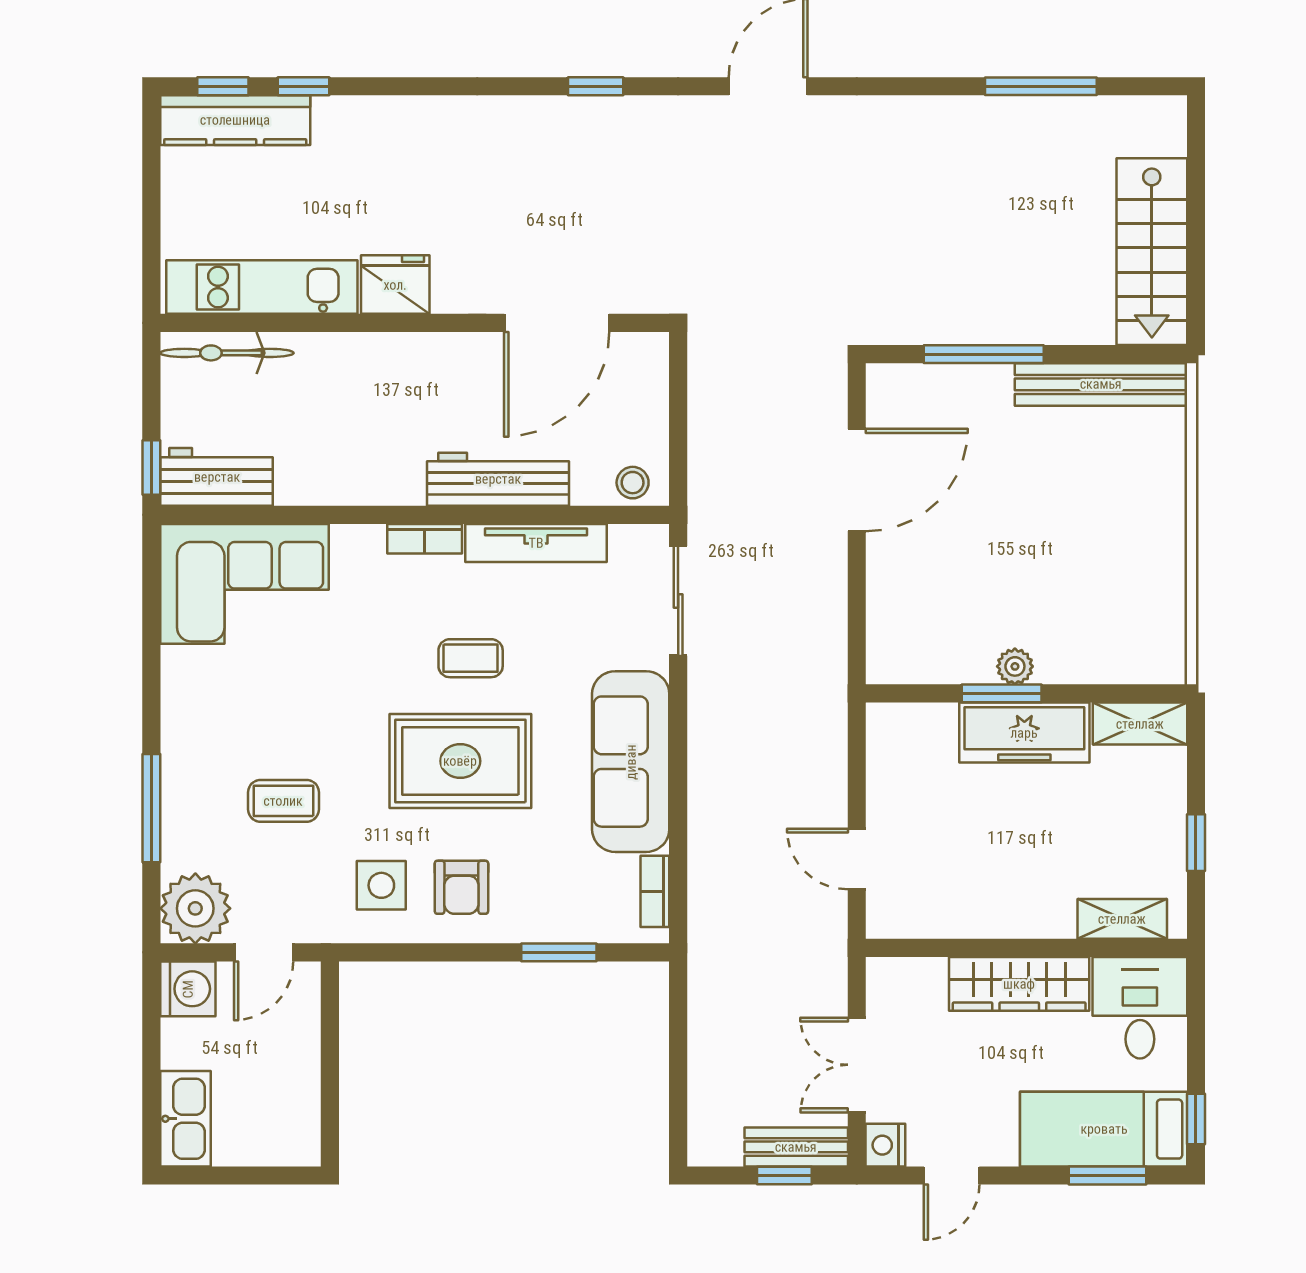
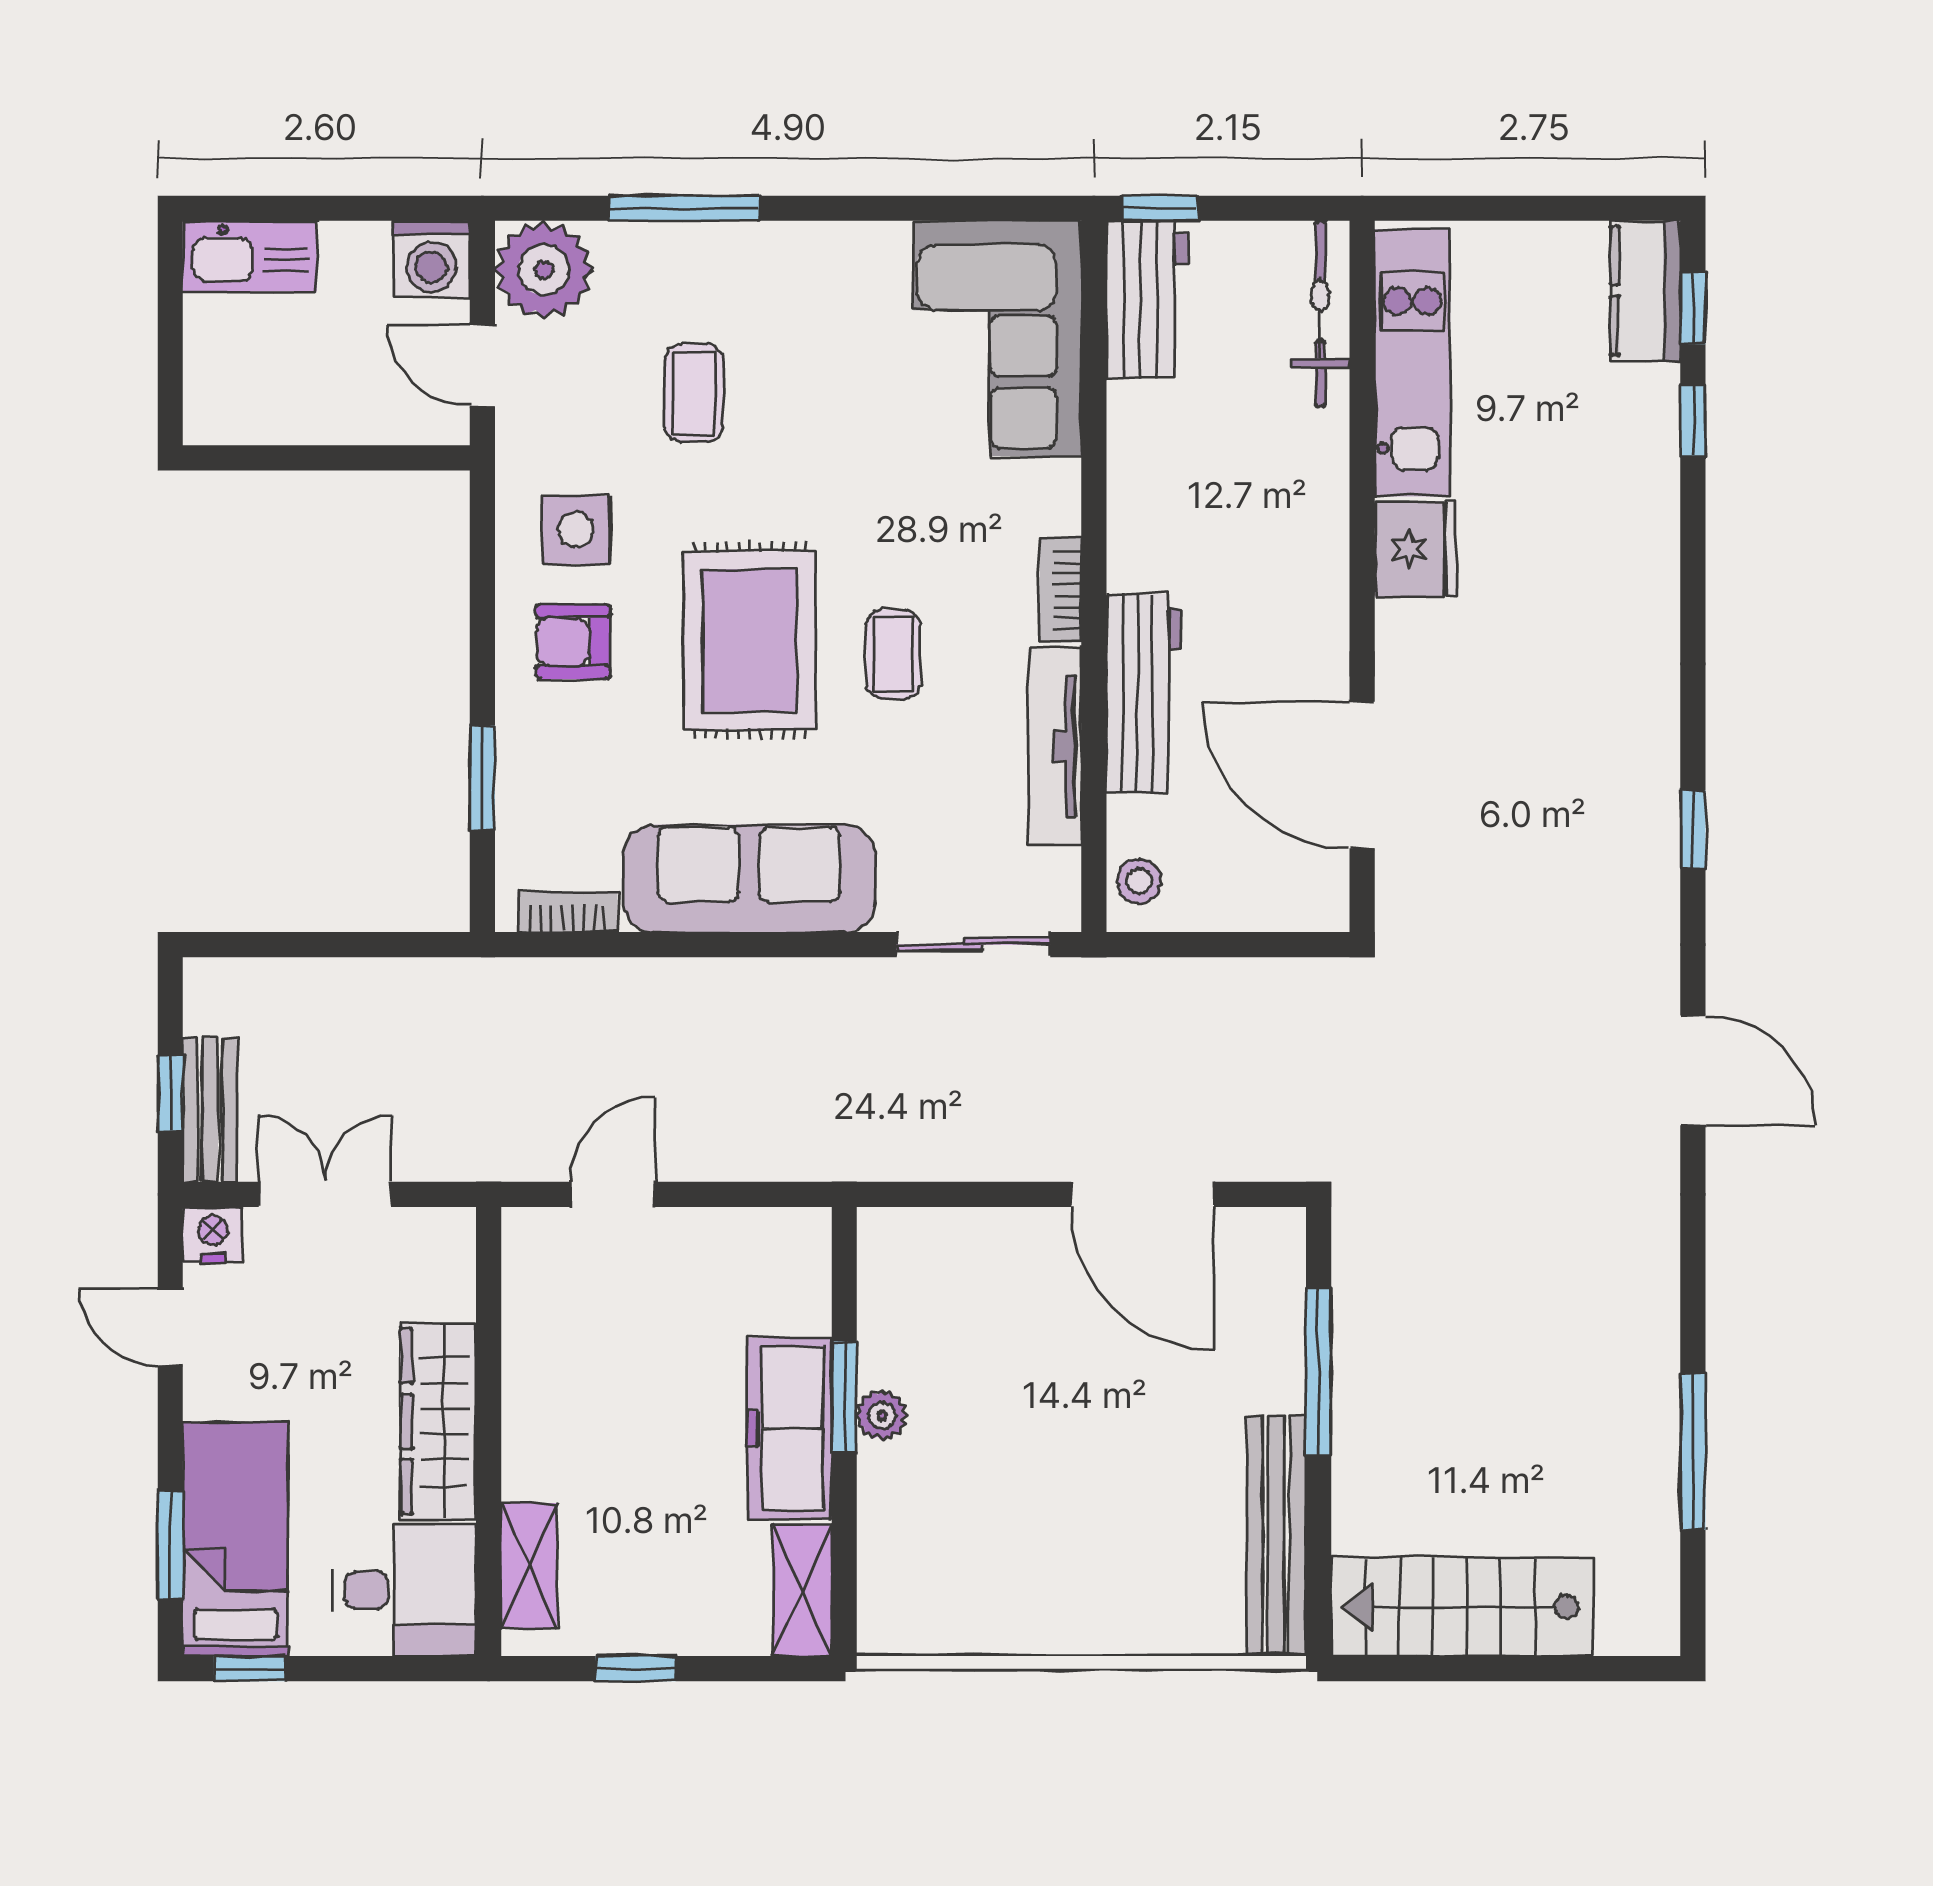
kitchen counter: (235, 120) -> (1646, 291), width x0.67

